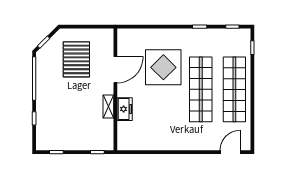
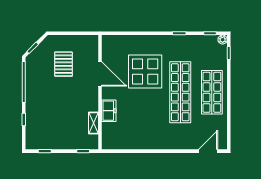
plant: (246, 33) -> (223, 40), added
pallet: (76, 59) -> (64, 64), width x0.73, depth x0.71
door: (115, 70) -> (100, 74), hinge flipped
shop shelf: (234, 89) -> (212, 92), width x0.71
shelving: (108, 107) -> (94, 123), moved

